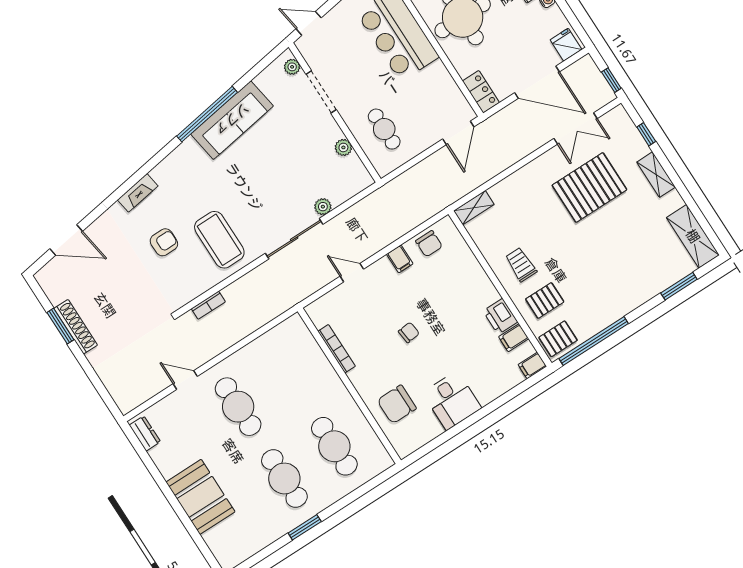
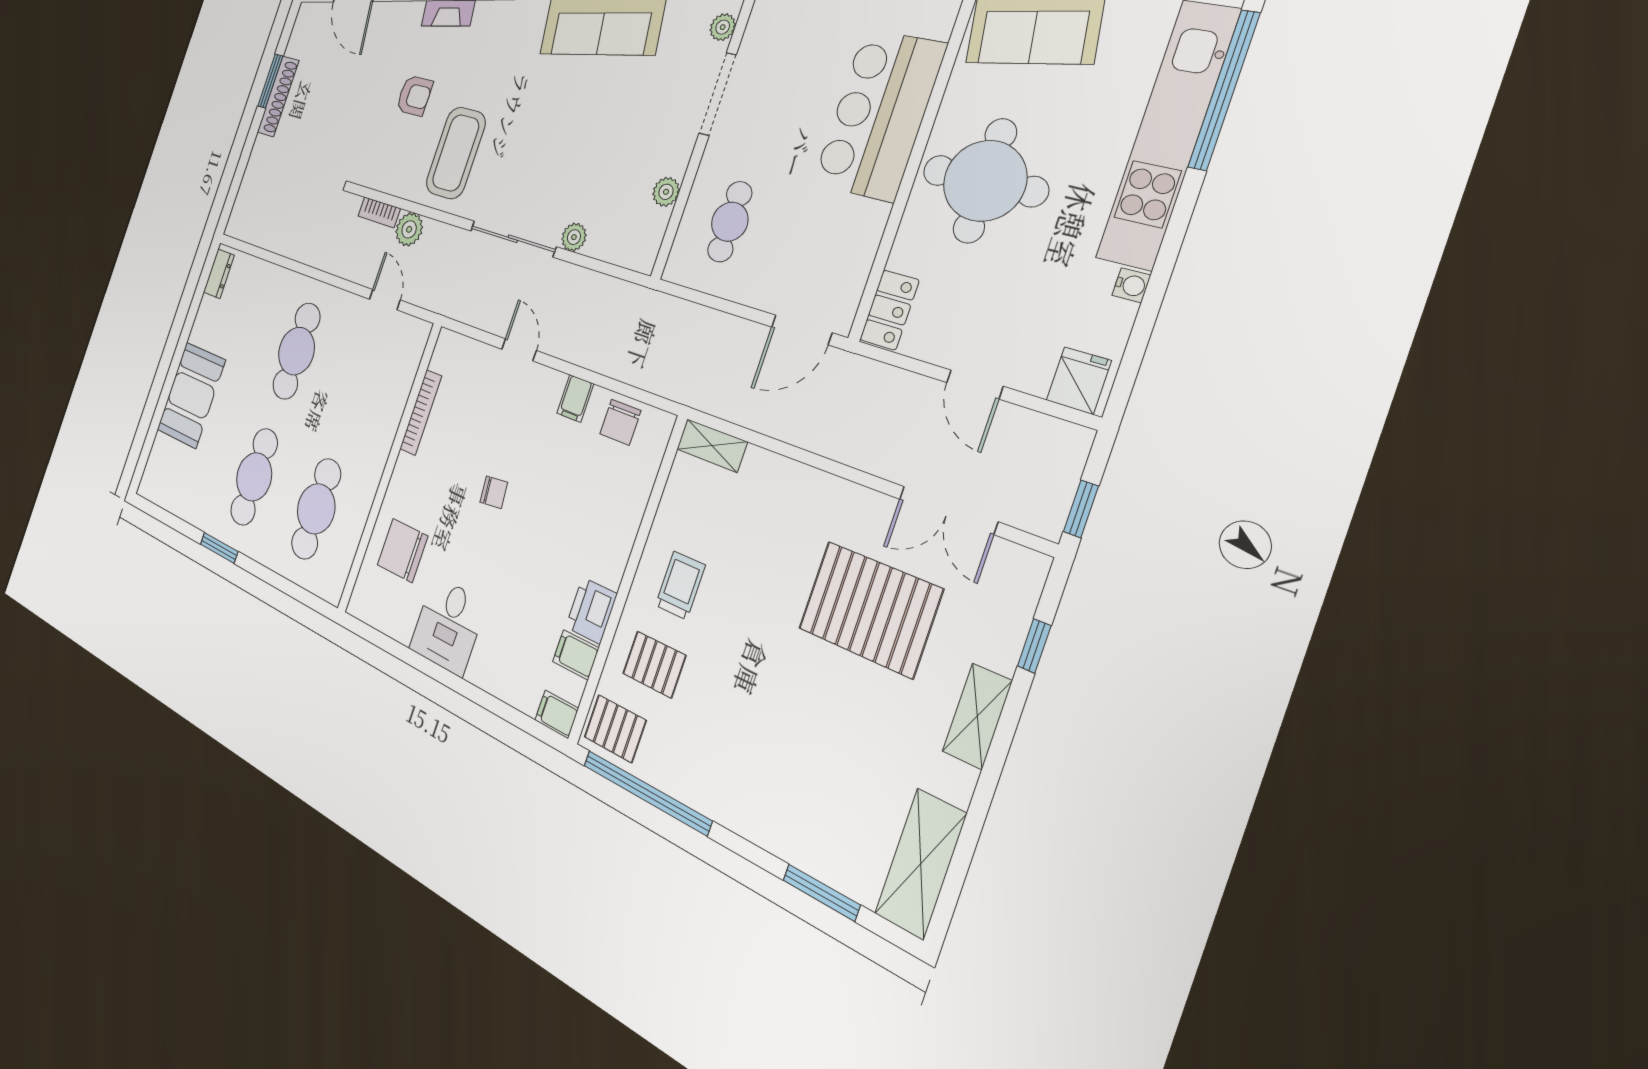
door: (537, 82) -> (975, 384), width x0.53
plant: (235, 293) -> (409, 229), added
door: (185, 380) -> (385, 300), moved

